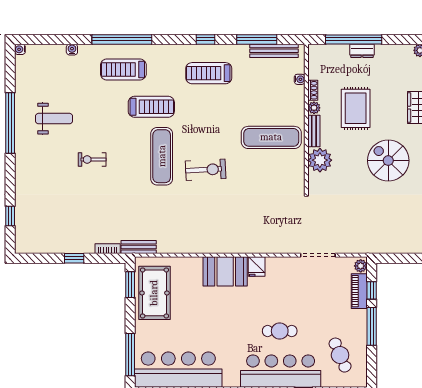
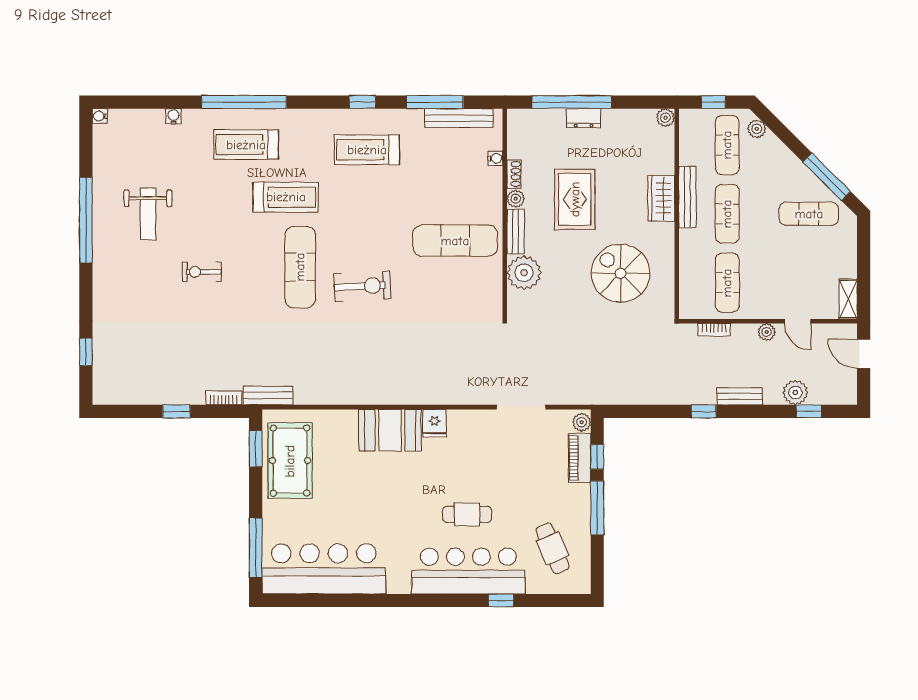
weight bench: (54, 119) -> (148, 214), turned 90

